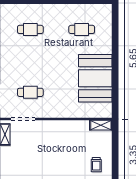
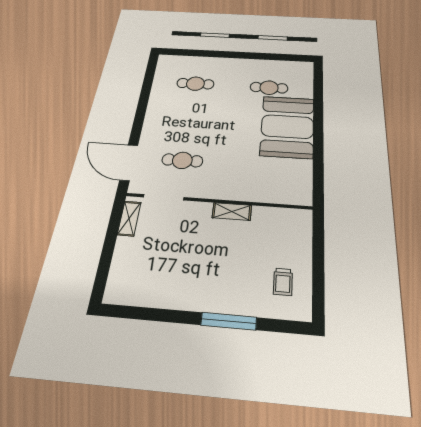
booth: (95, 78) -> (287, 127), moved
shelving: (101, 125) -> (232, 211), moved

